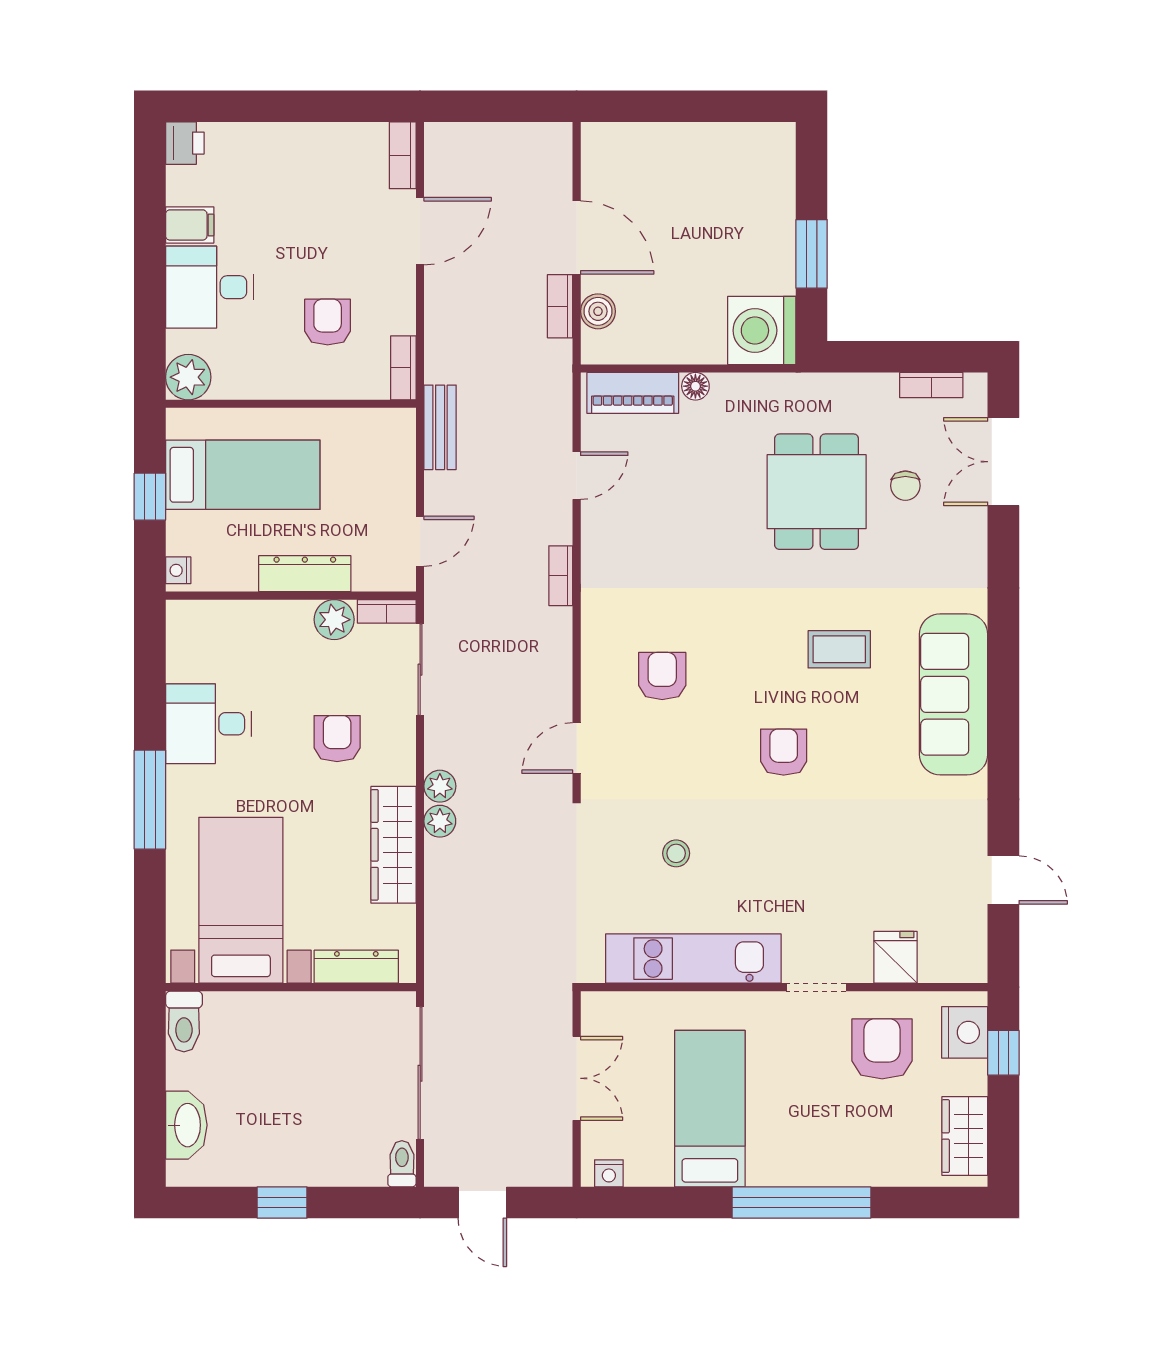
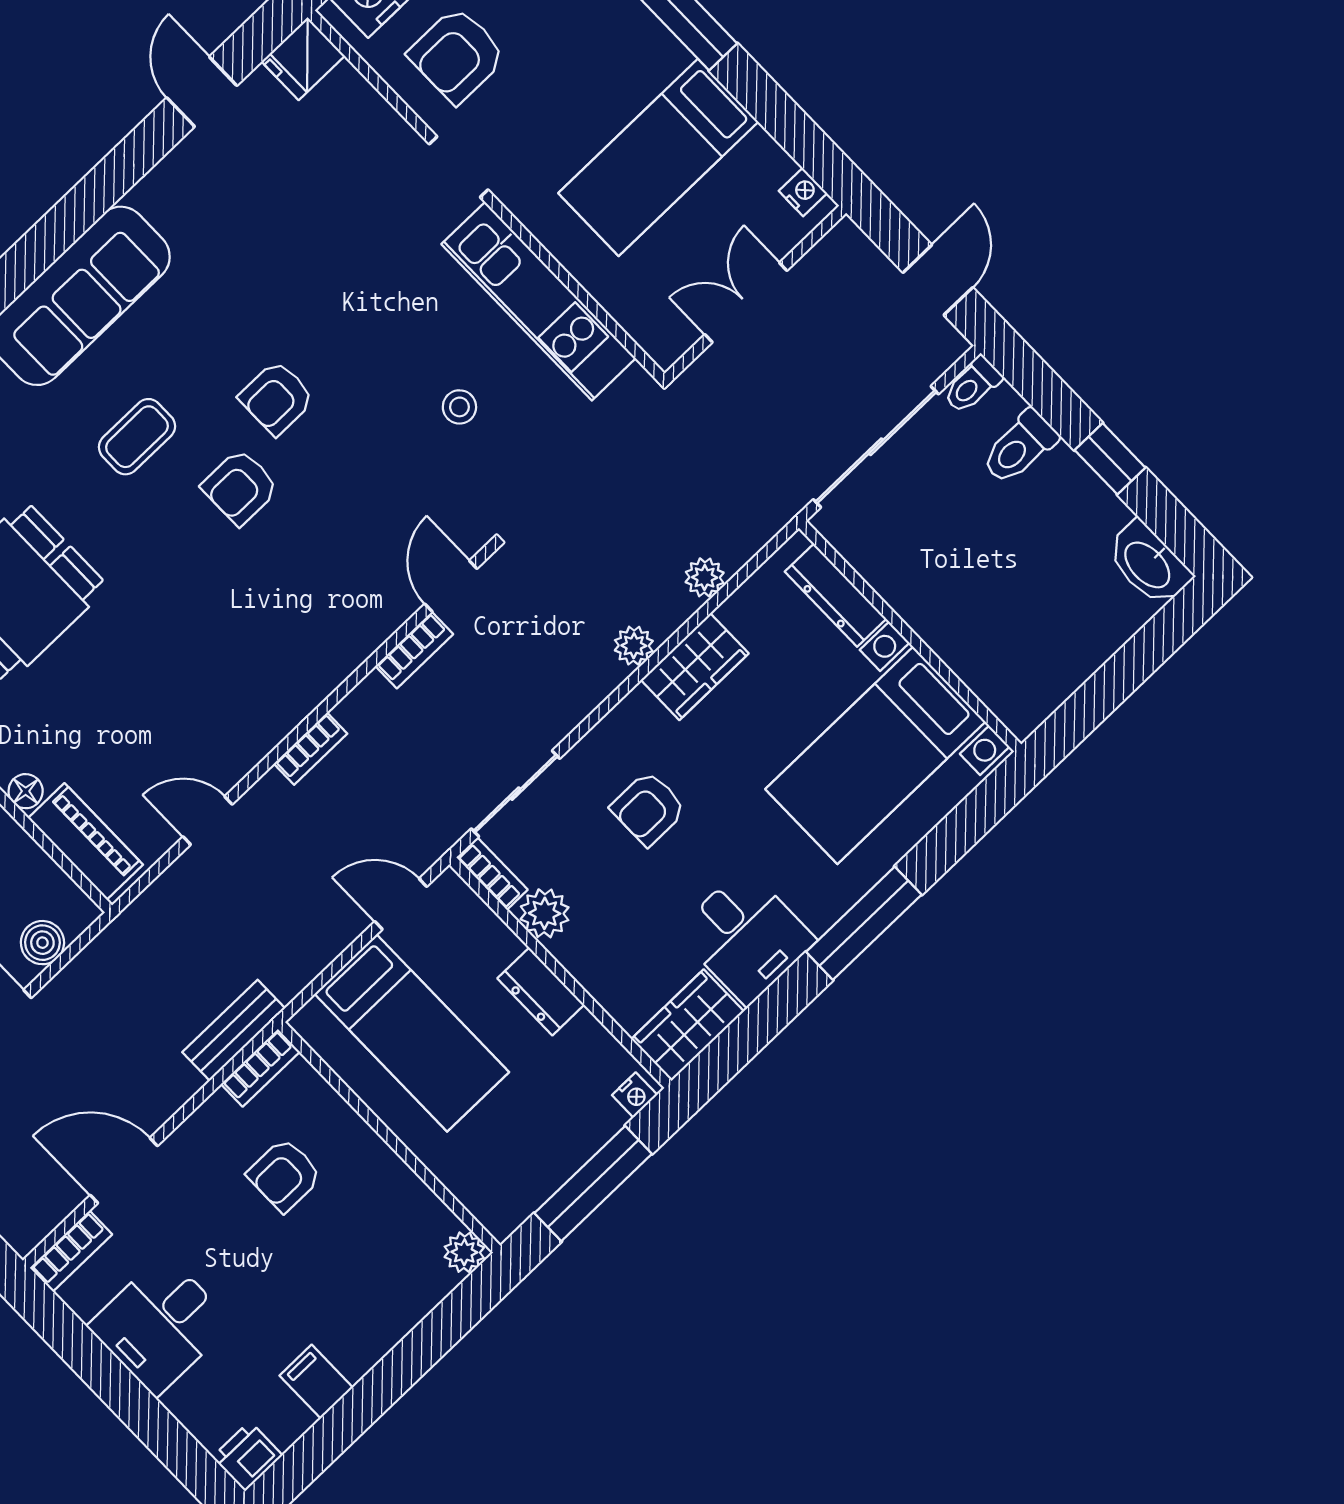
desk: (210, 287) -> (160, 1325), moved, turned 90
bookcase: (560, 306) -> (414, 650), moved
plant: (188, 377) -> (464, 1252), width x0.73, depth x0.73
bench: (440, 427) -> (234, 1030), moved
bed: (243, 475) -> (412, 1033), moved, turned 180
window: (150, 497) -> (593, 1184), width x2.17
dresser: (305, 574) -> (541, 991), width x0.70
wardrobe: (189, 640) -> (688, 1025), added
coffee table: (839, 649) -> (137, 437), turned 90
armchair: (662, 676) -> (240, 487), moved
door: (577, 748) -> (451, 586), swing flipped
plant: (440, 786) -> (705, 577), moved
wardrobe: (394, 845) -> (695, 667), width x0.67
fridge: (895, 957) -> (303, 59), moved
toilet: (184, 1021) -> (1020, 447), moved, turned 180
washbasin: (186, 1125) -> (1148, 564), moved, turned -90

